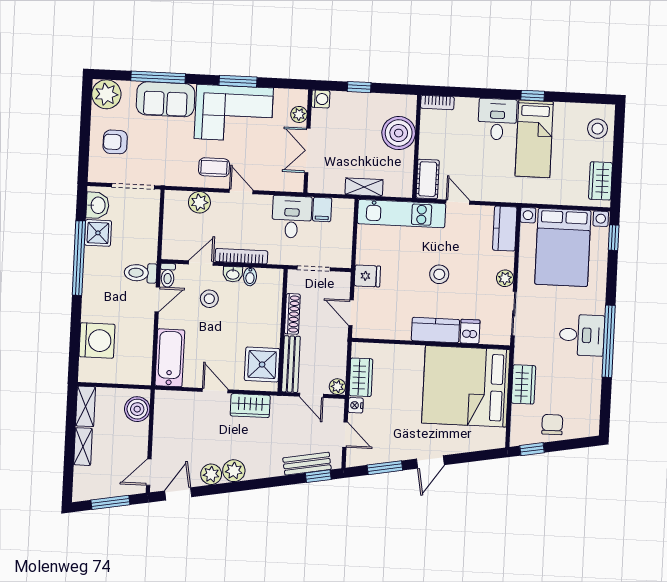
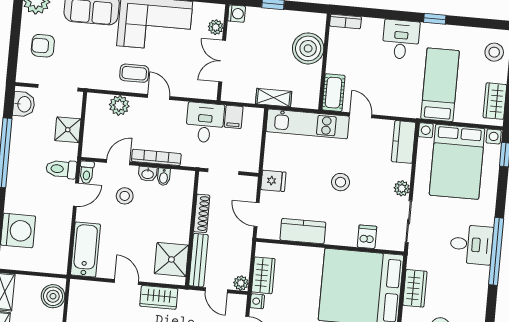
bed: (534, 139) -> (440, 85), moved, turned 180
shower: (98, 233) -> (68, 130), moved
kitchen counter: (435, 330) -> (303, 231), moved

